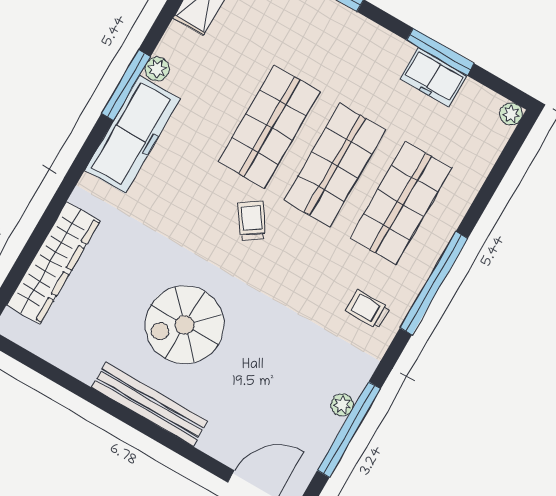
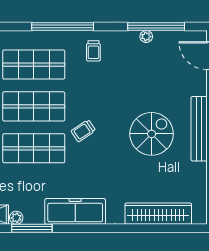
plant: (157, 69) -> (16, 218), moved
window: (126, 85) -> (32, 228), moved
spiral stairs: (185, 325) -> (152, 134), turned -90

